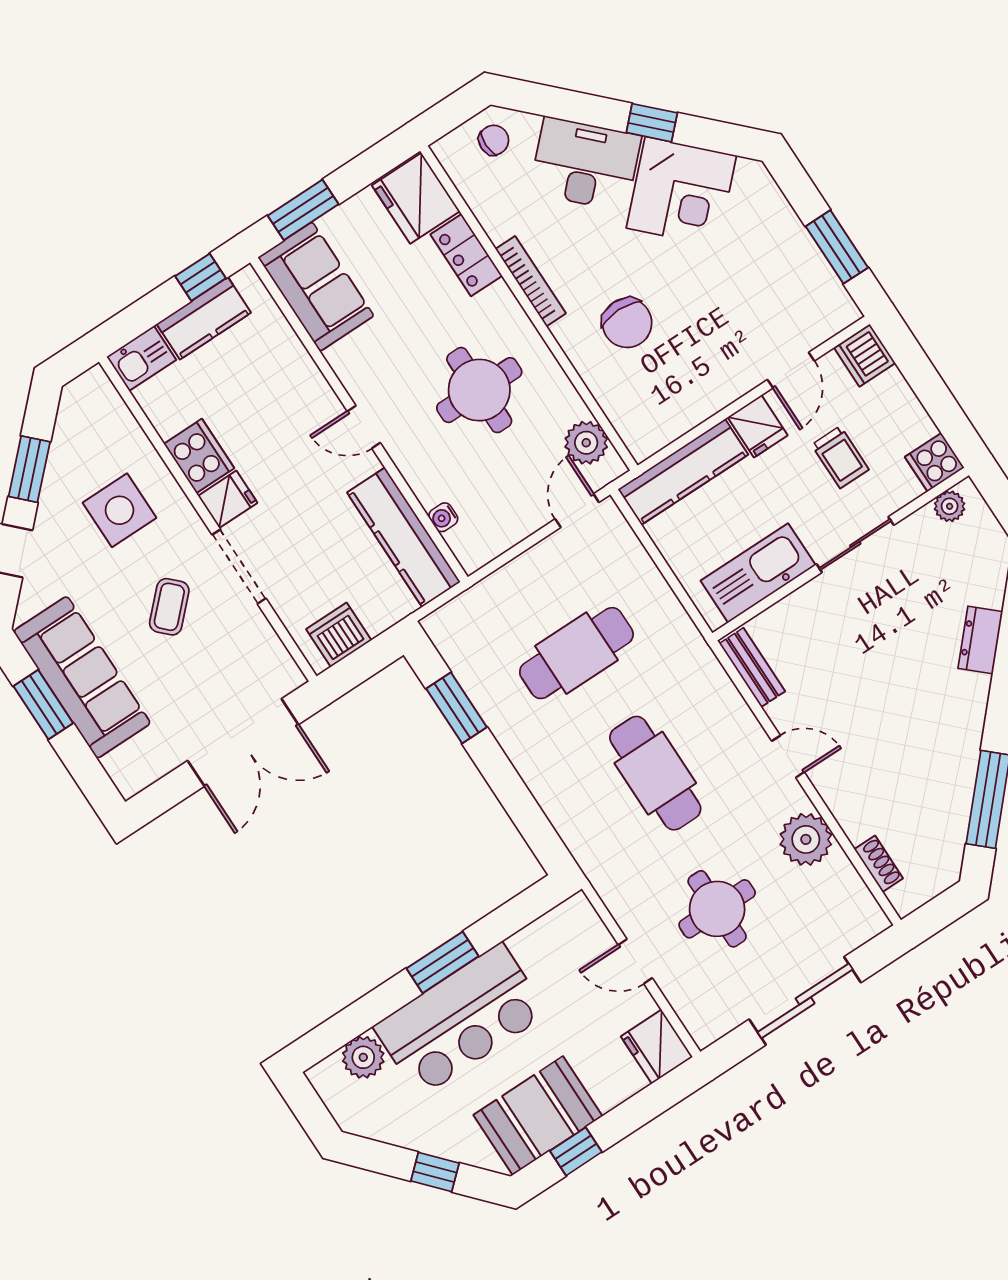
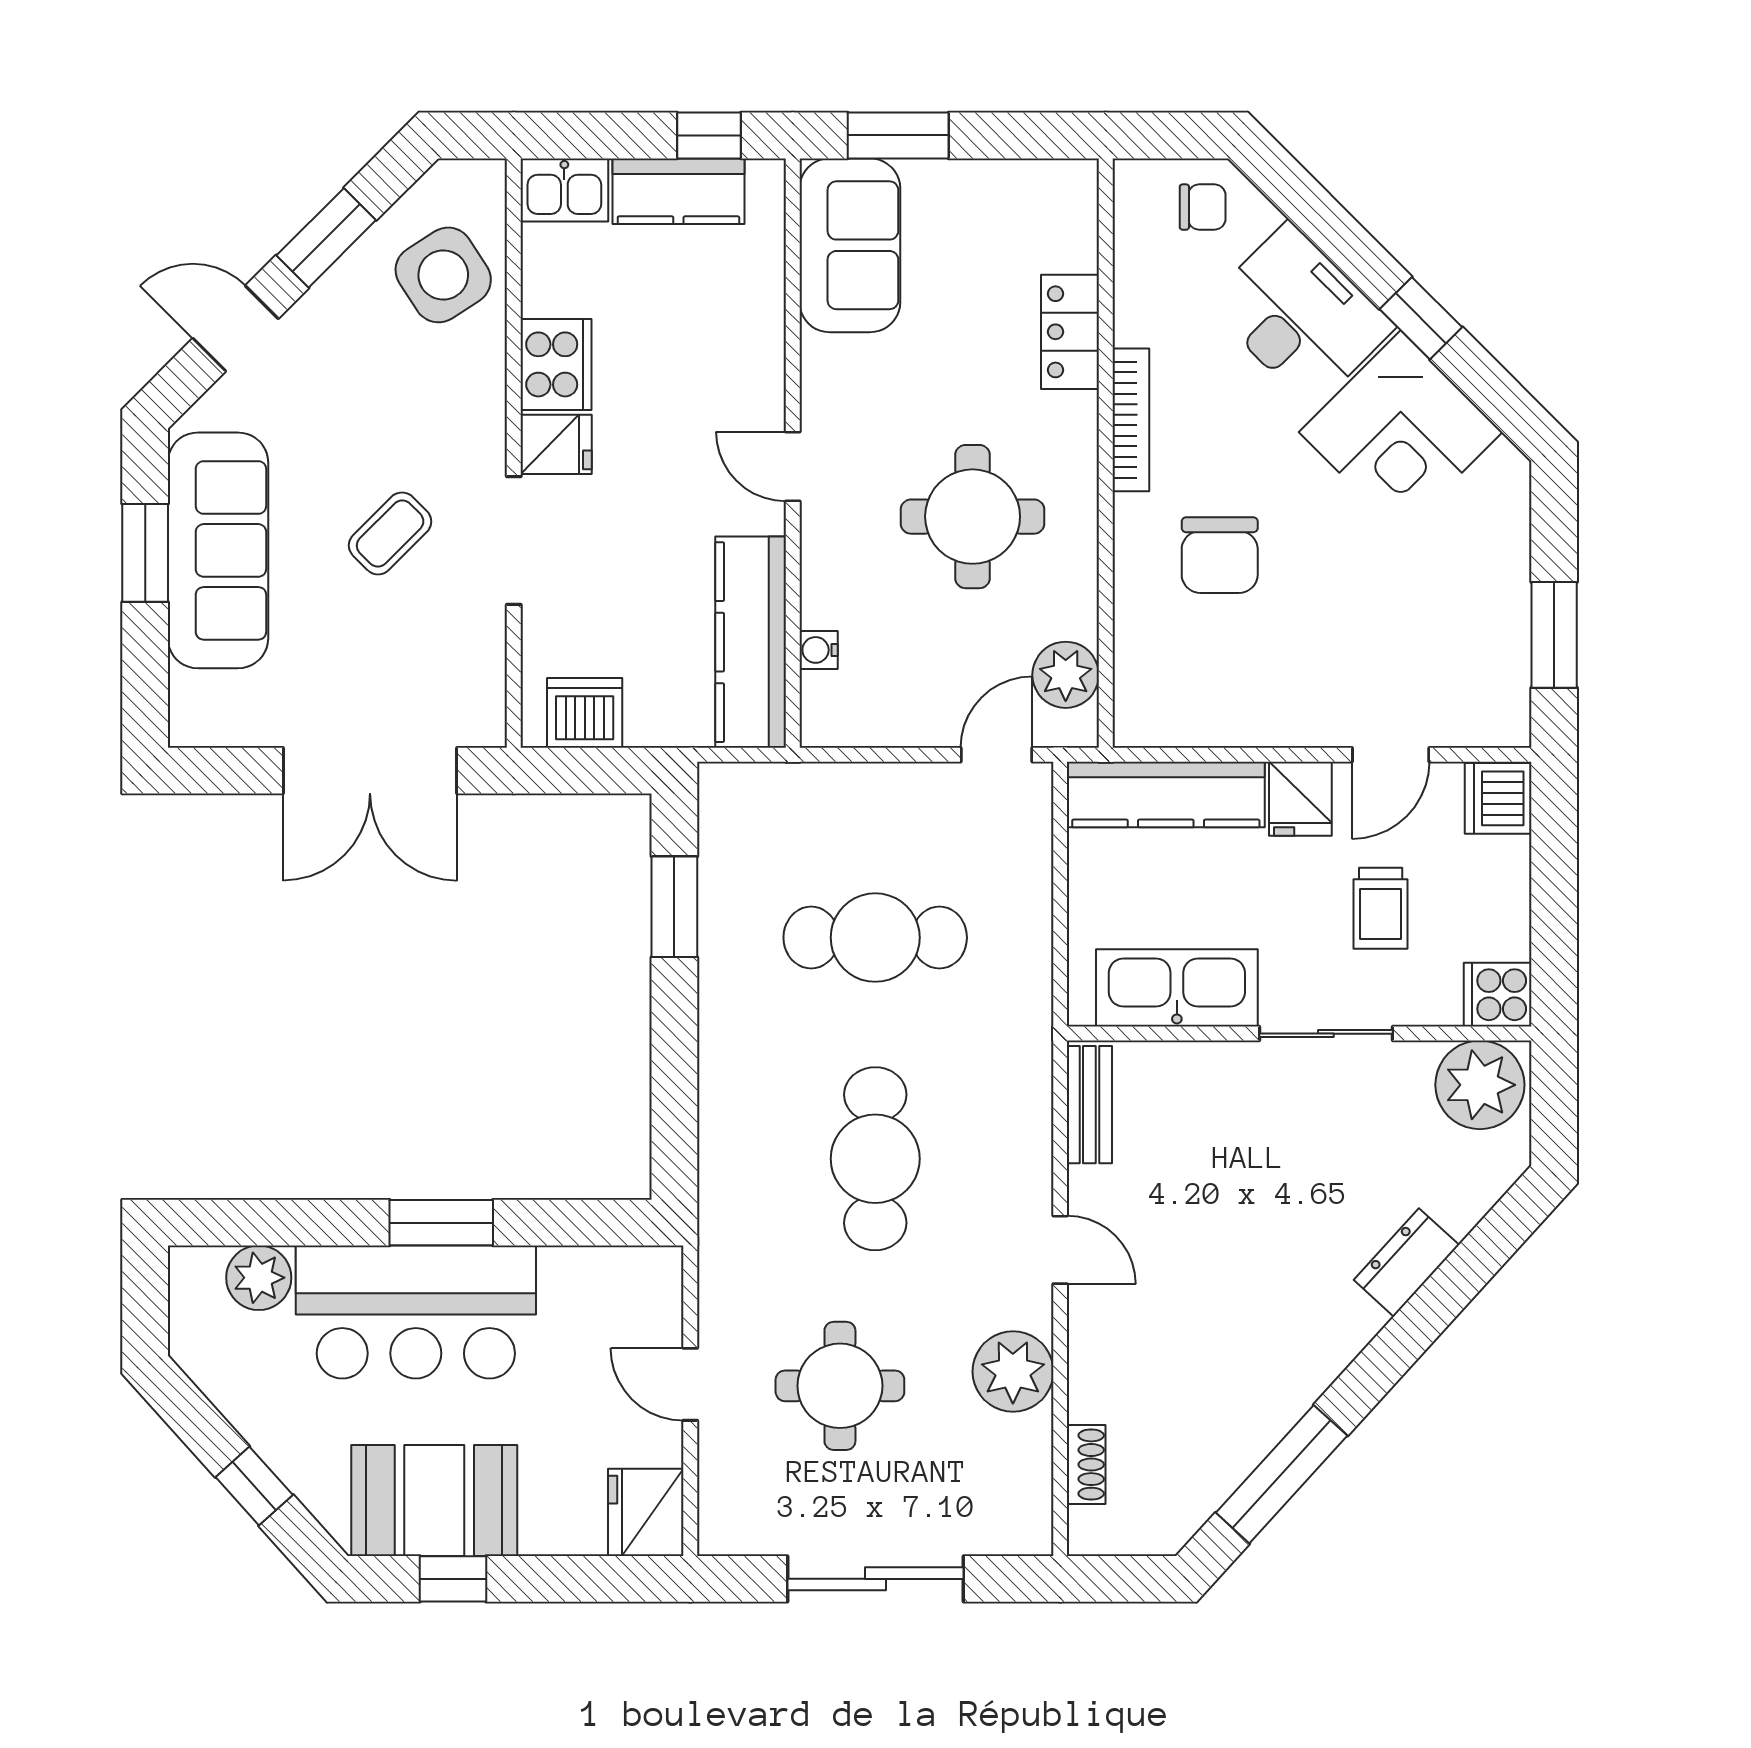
fridge: (416, 198) -> (1053, 216), removed
plant: (950, 506) -> (1480, 1085), width x1.87, depth x1.87
side table: (119, 510) -> (443, 275), moved, turned -33

